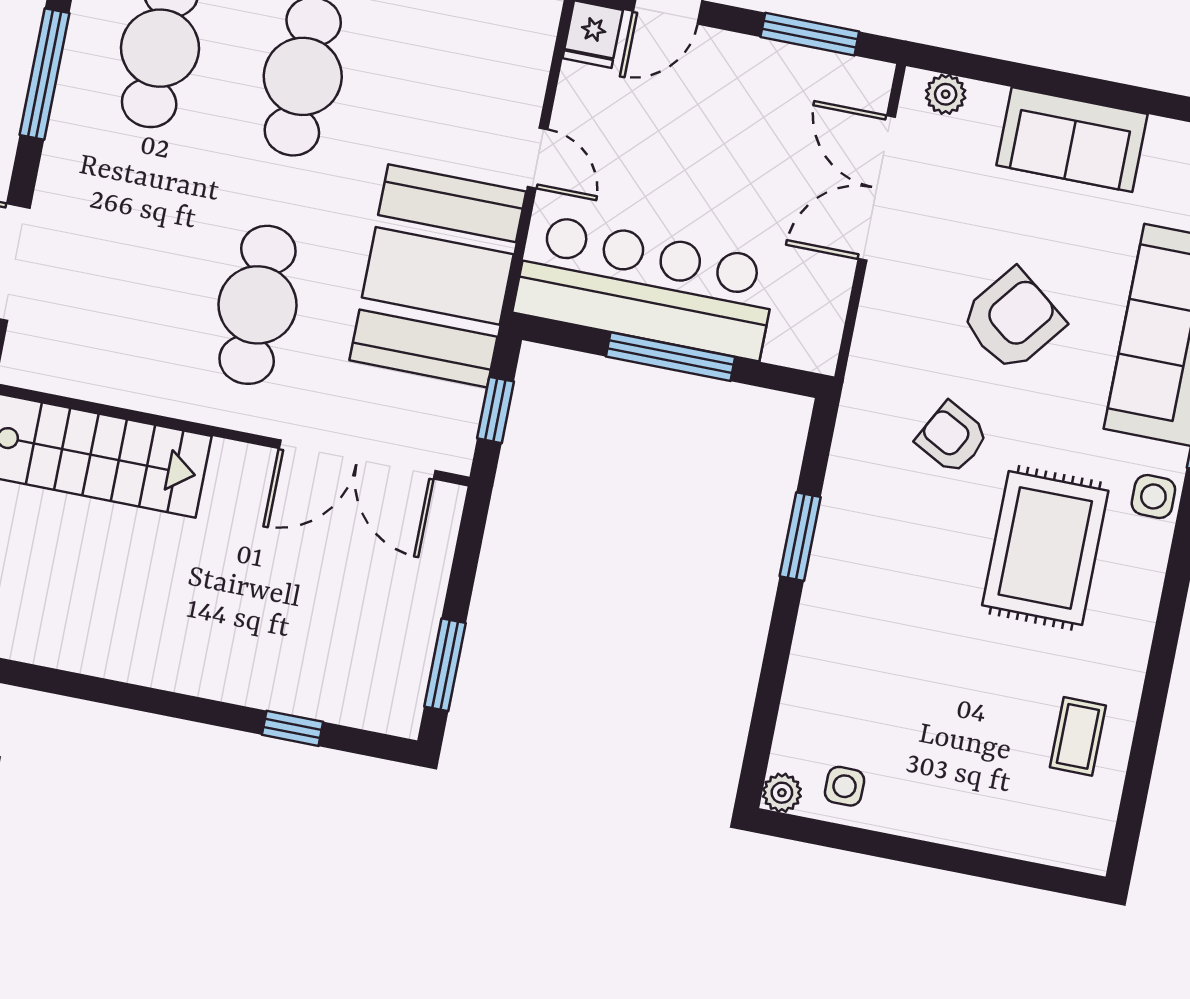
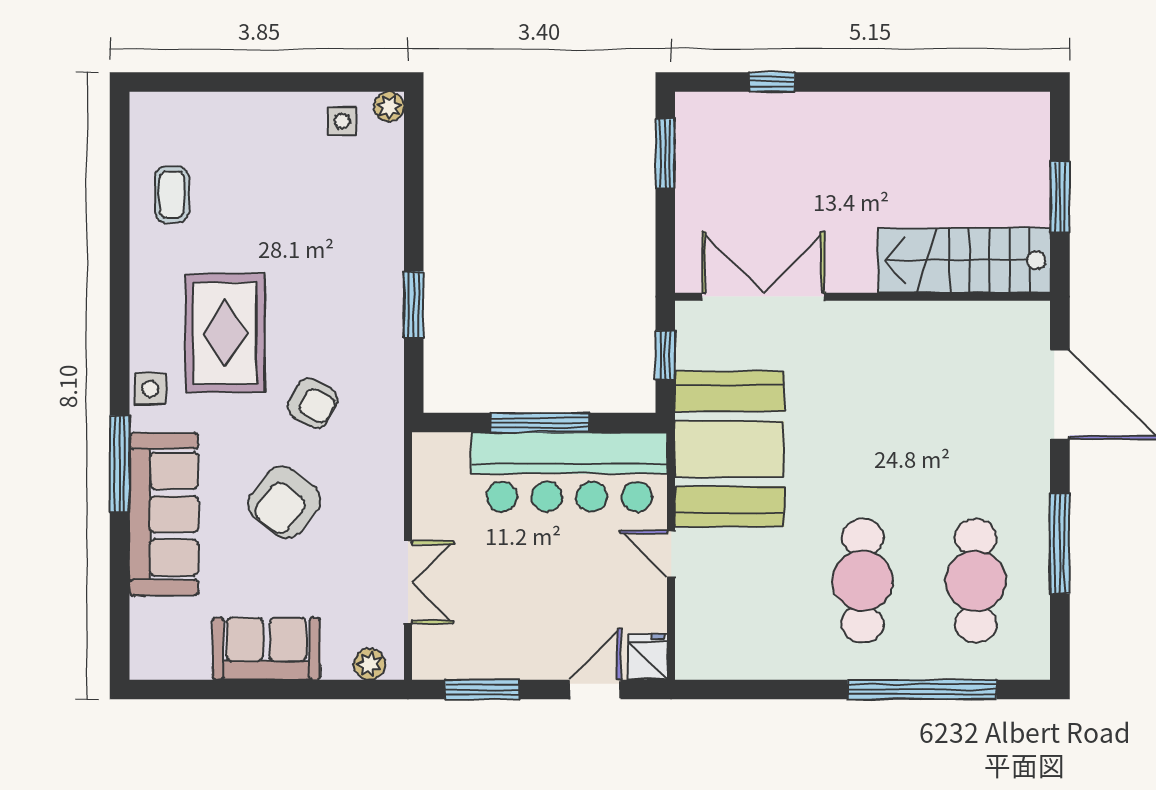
double door: (877, 188) -> (408, 582), width x0.73
cafe table: (258, 305) -> (863, 400), removed

